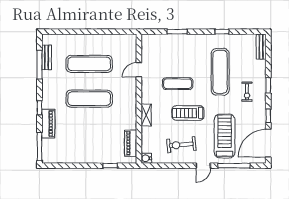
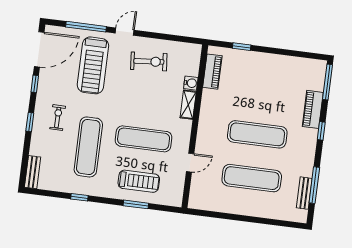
exercise mat: (178, 84) -> (144, 139), width x1.36, depth x1.45
treadmill: (188, 113) -> (139, 181), moved
water cooler: (146, 158) -> (191, 83), moved

